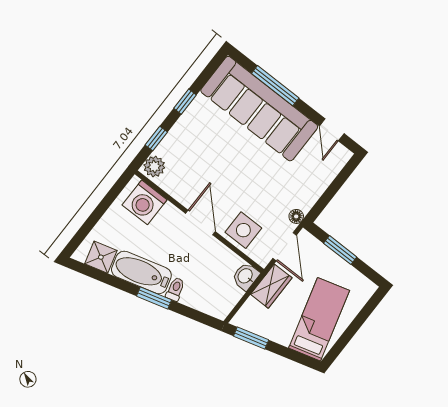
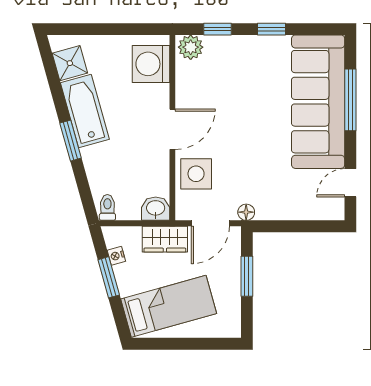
toilet: (175, 289) -> (107, 207), moved, turned -74
nightstand: (257, 328) -> (116, 256), added
window: (251, 338) -> (109, 277), moved

